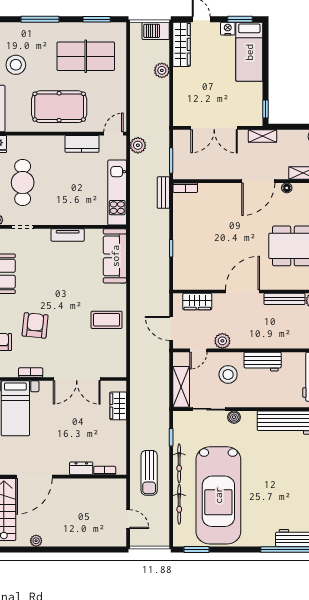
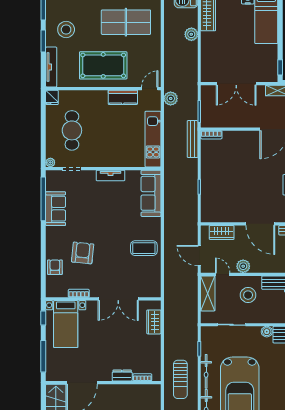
bench: (163, 193) -> (193, 139), width x1.36
door: (242, 292) -> (260, 224), swing flipped
door: (198, 350) -> (223, 274), swing flipped
shelving: (181, 387) -> (208, 293), moved
boiler: (234, 417) -> (267, 332), moved

